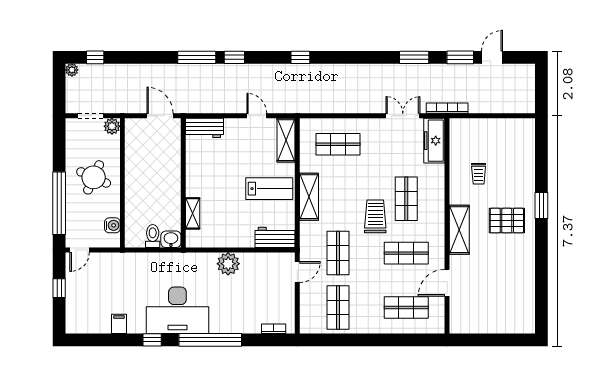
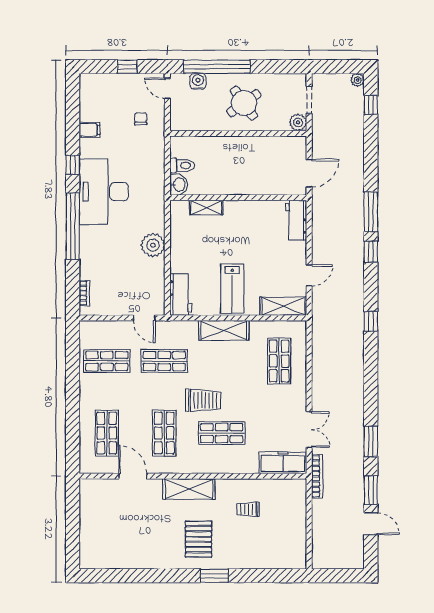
round table: (94, 177) -> (244, 103), turned 31
water cooler: (112, 225) -> (198, 81), moved, turned 180
chair: (108, 275) -> (141, 119), added

